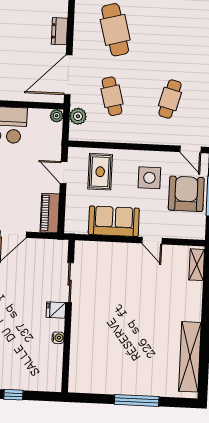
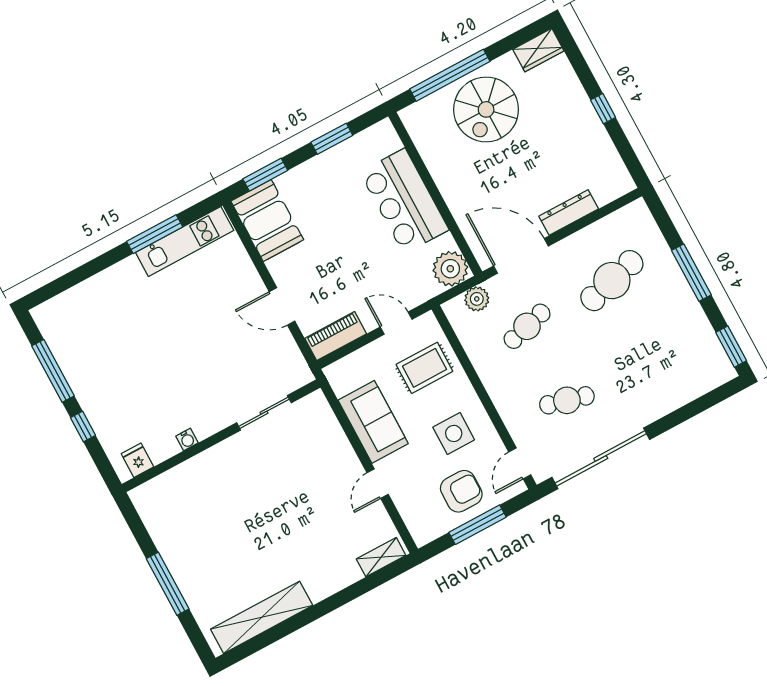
dresser: (59, 31) -> (569, 213), width x1.44
plant: (57, 116) -> (450, 269), width x1.87, depth x1.87
door: (64, 173) -> (396, 323), hinge flipped
armchair: (186, 194) -> (461, 491), width x0.73, depth x0.73
fridge: (56, 310) -> (137, 460), moved

